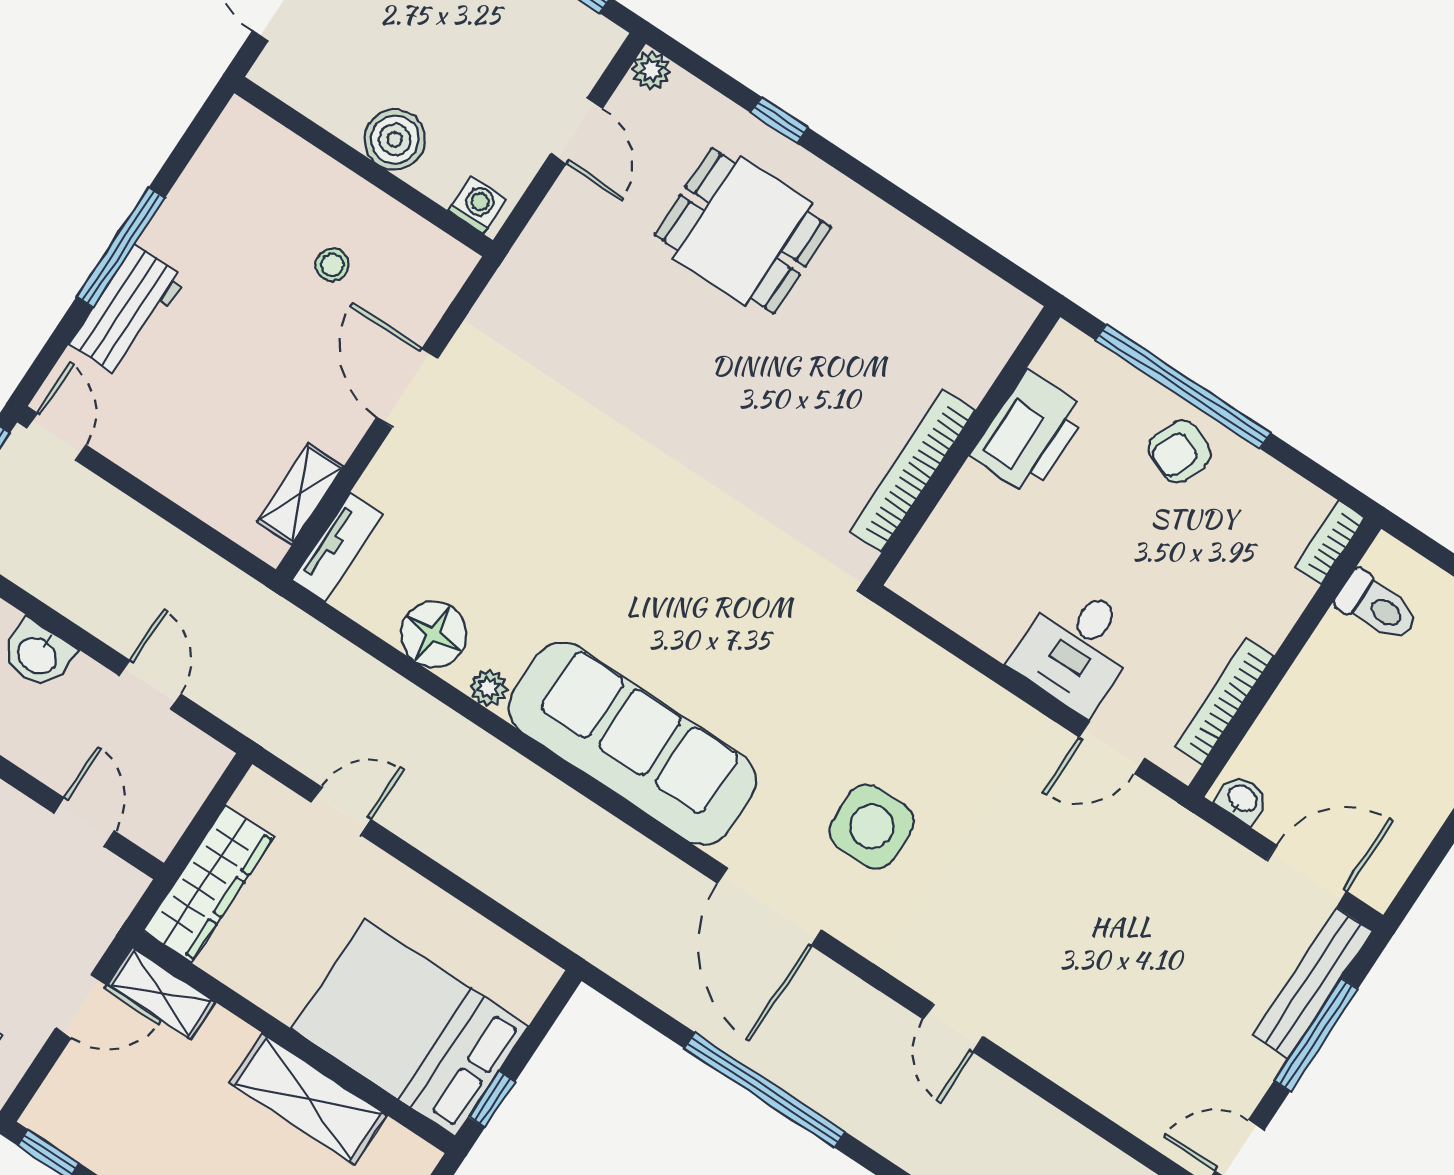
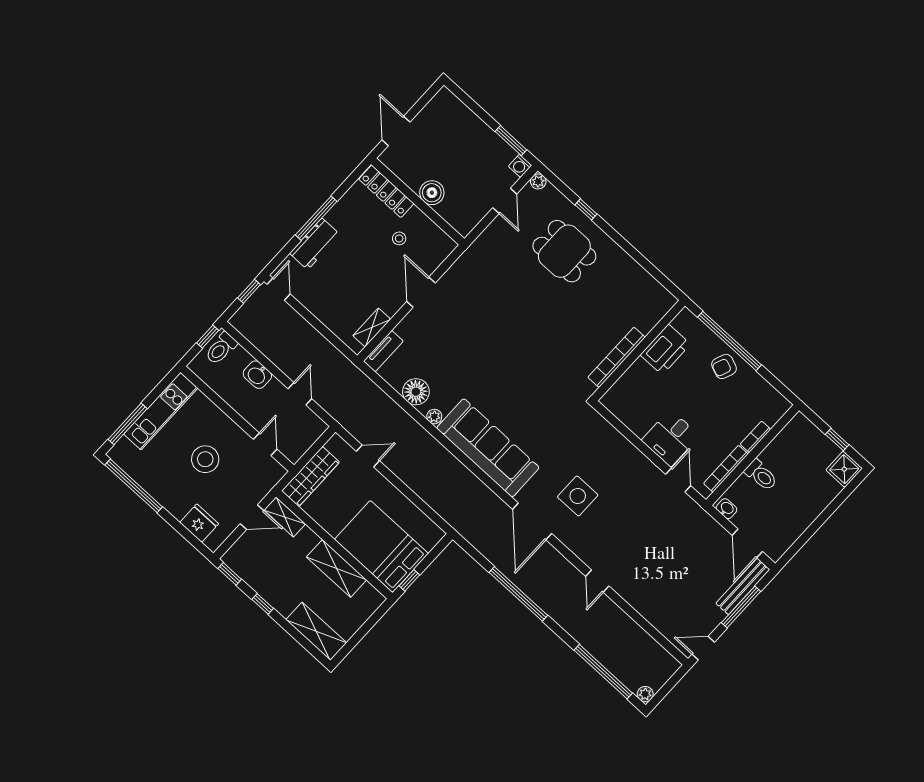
locker: (282, 154) -> (386, 191), added
washing machine: (478, 205) -> (520, 166), moved, turned 180
bookcase: (1330, 542) -> (755, 437), moved
toilet: (1377, 606) -> (761, 475), moved
door: (1112, 748) -> (678, 480), swing flipped
door: (1307, 876) -> (747, 543), swing flipped

